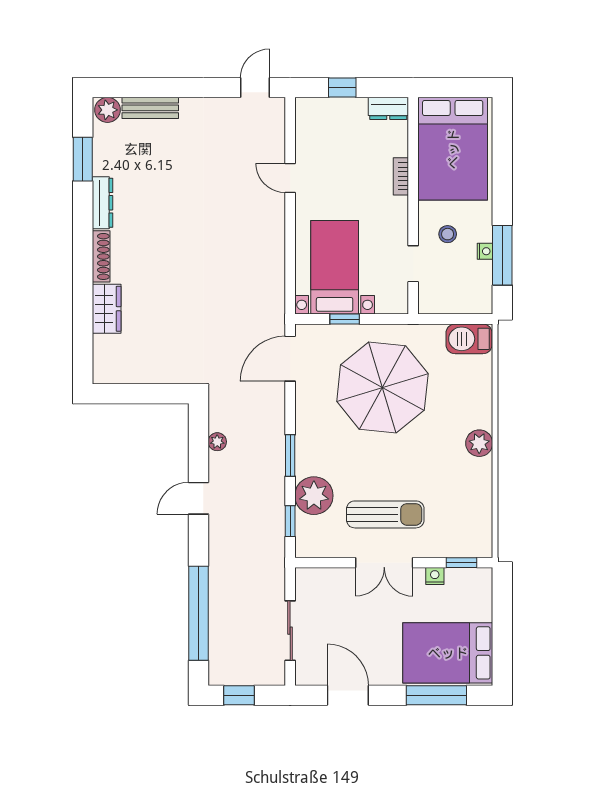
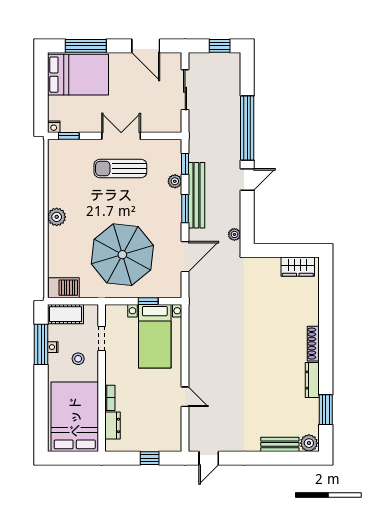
dresser: (388, 108) -> (112, 425), moved, turned 90
cot: (466, 300) -> (66, 314), added
wardrobe: (107, 309) -> (298, 267), moved, turned -90
door: (290, 359) -> (185, 257), moved
plant: (217, 442) -> (234, 234), moved
bench: (273, 475) -> (196, 195), added
plant: (314, 496) -> (175, 181), width x0.53, depth x0.53
nightstand: (435, 576) -> (54, 127), moved
window: (198, 613) -> (247, 128), moved

